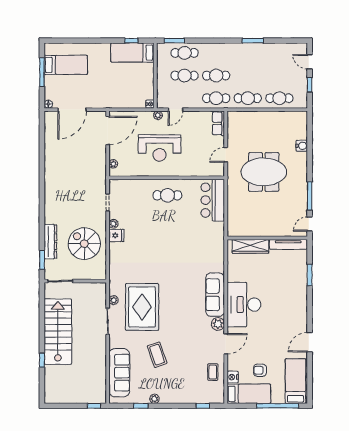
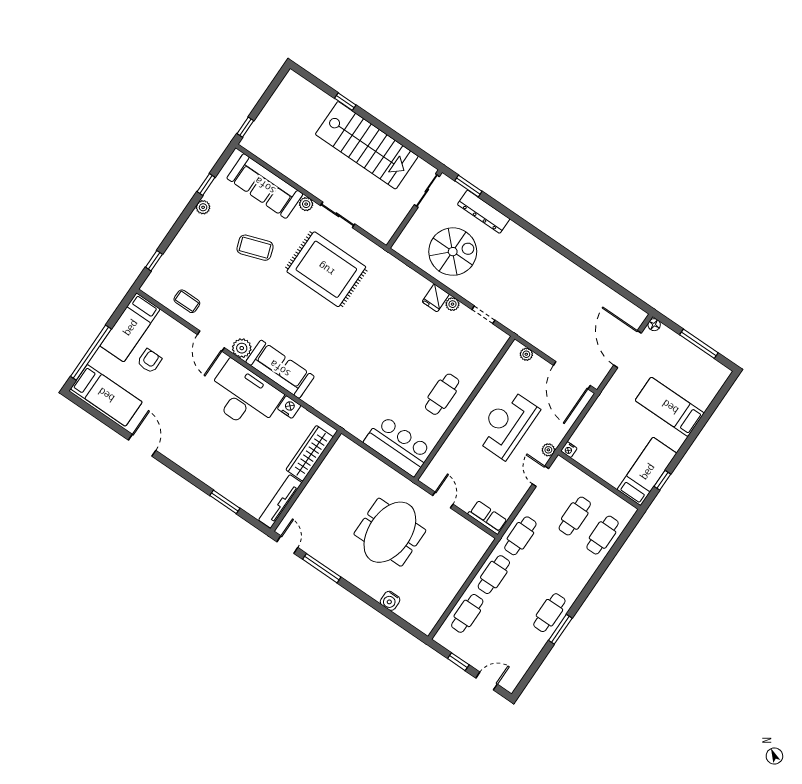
window: (174, 41) -> (626, 533), removed
bed: (66, 65) -> (670, 407), moved, turned 90
cafe table: (216, 76) -> (549, 613), moved
plant: (114, 300) -> (306, 204), moved
nightstand: (233, 377) -> (289, 407), moved

